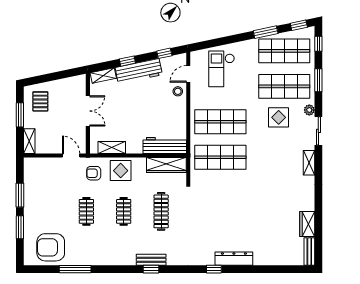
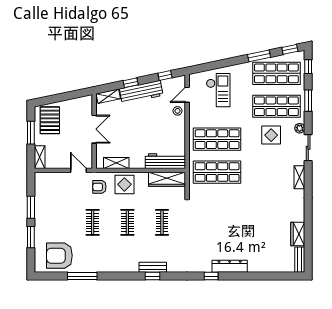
checkout: (222, 69) -> (218, 90), turned 180
pallet: (40, 101) -> (50, 120), width x1.50, depth x1.42
clothes rail: (161, 211) -> (162, 222), width x0.73

